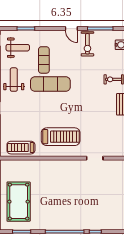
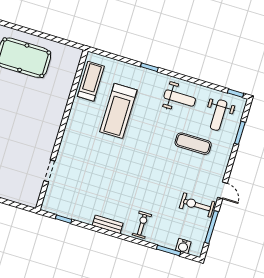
door: (71, 28) -> (223, 190), swing flipped
exercise mat: (50, 84) -> (160, 143), removed
treadmill: (61, 137) -> (118, 111), moved

